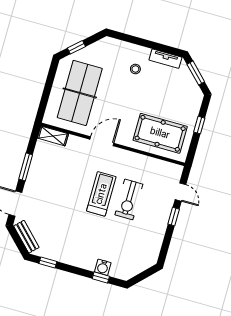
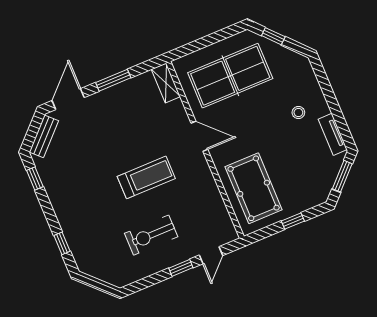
exercise bike: (129, 199) -> (151, 235), moved
water cooler: (103, 267) -> (74, 237), removed

